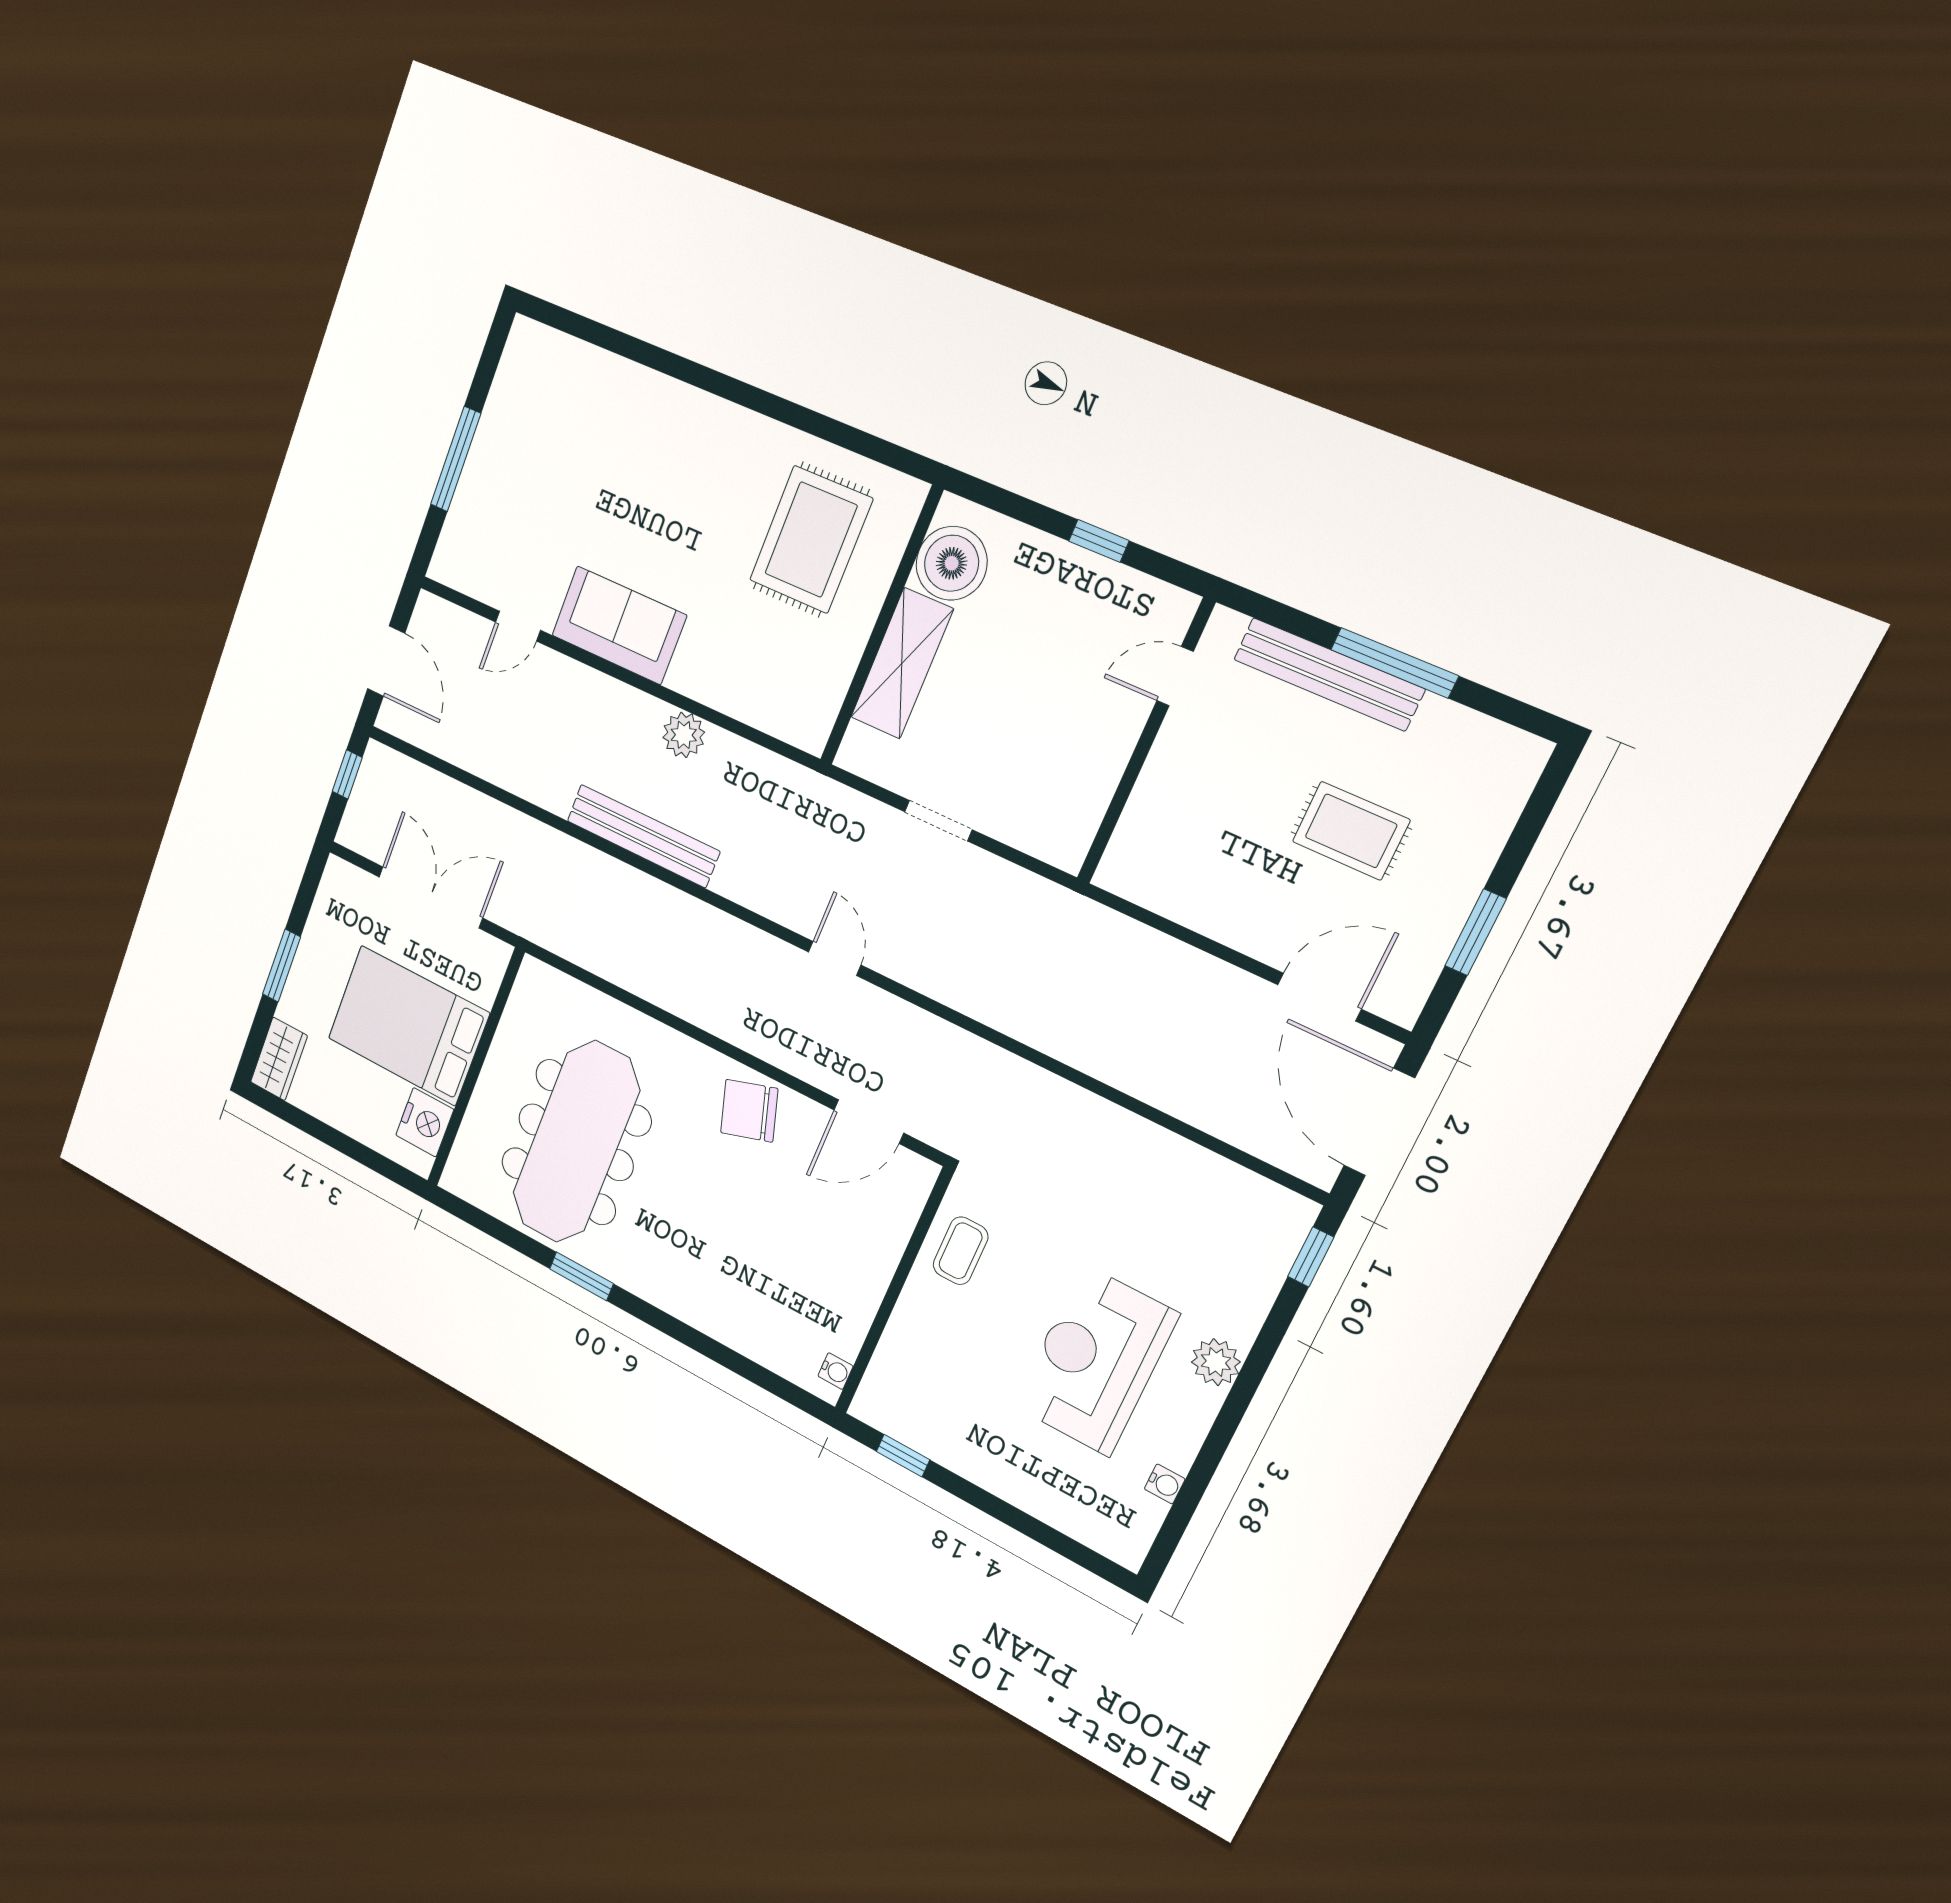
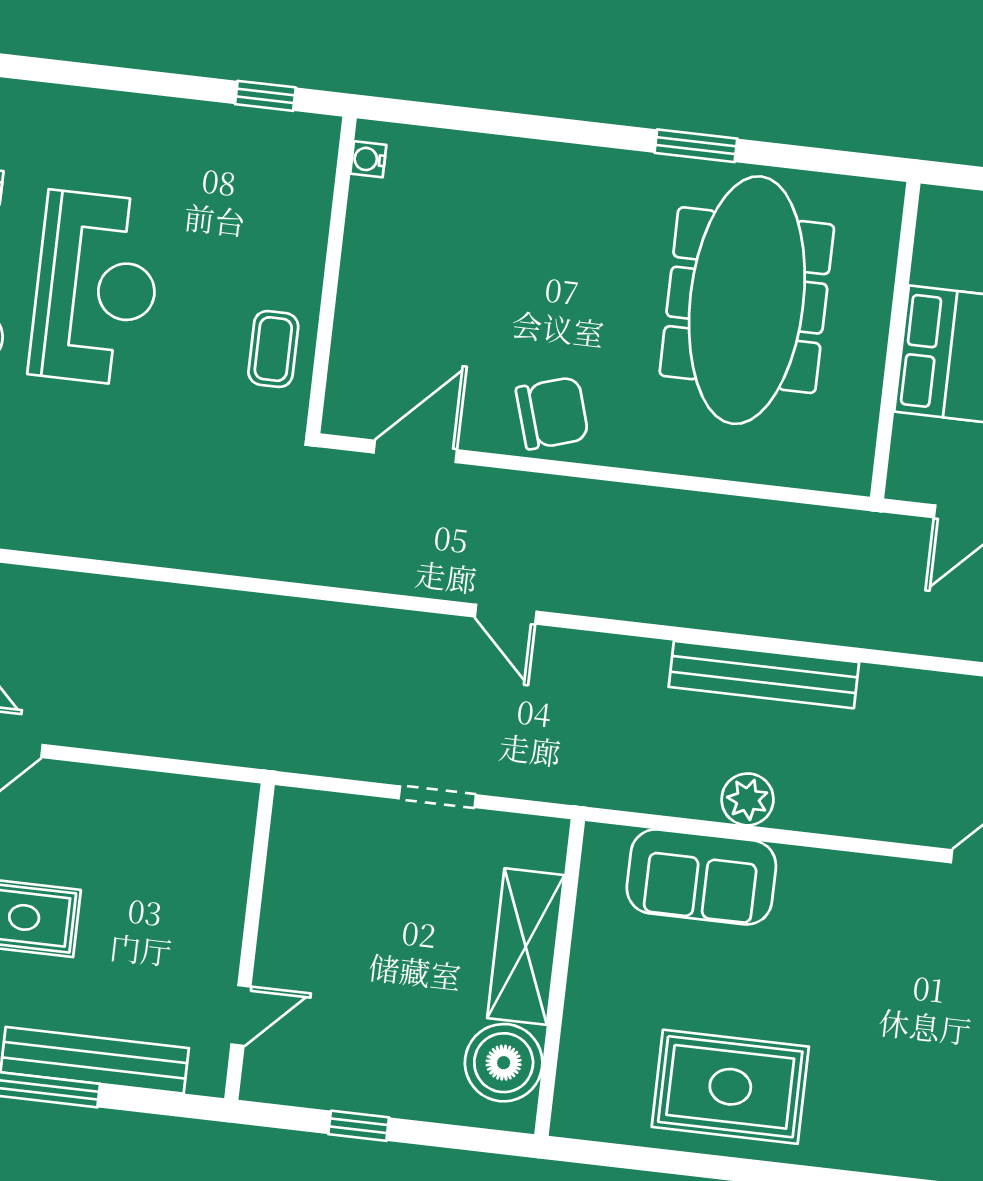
rug: (811, 540) -> (730, 1087), moved, turned 90
sofa: (619, 625) -> (701, 877), moved
nightstand: (425, 1122) -> (943, 252), removed

